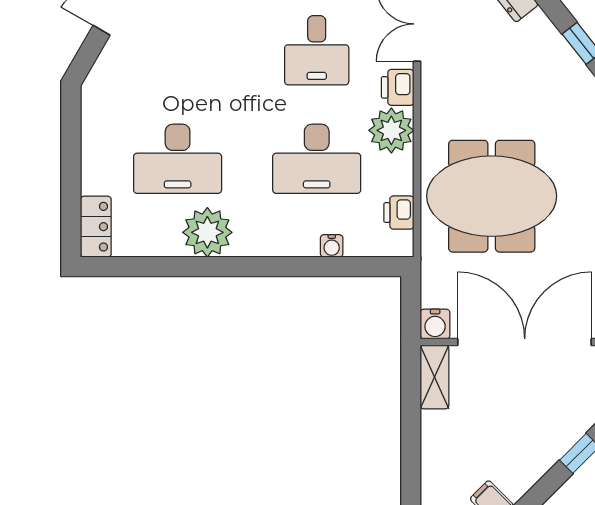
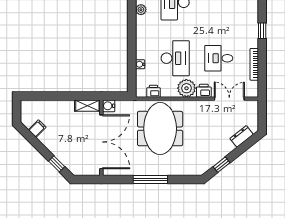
desk: (317, 159) -> (175, 58), turned 180
plant: (207, 232) -> (141, 10), width x0.53, depth x0.53

